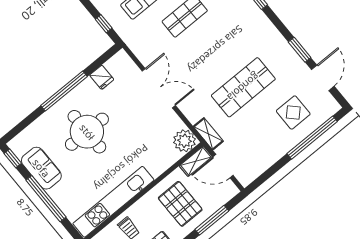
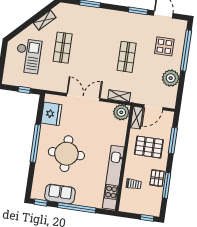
fridge: (102, 77) -> (51, 114), width x1.88, depth x1.34
shop shelf: (243, 87) -> (127, 57), width x0.70, depth x0.74
shelving: (208, 134) -> (119, 96), moved
plant: (269, 152) -> (171, 78), added

